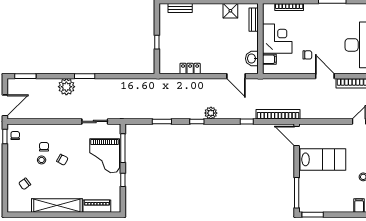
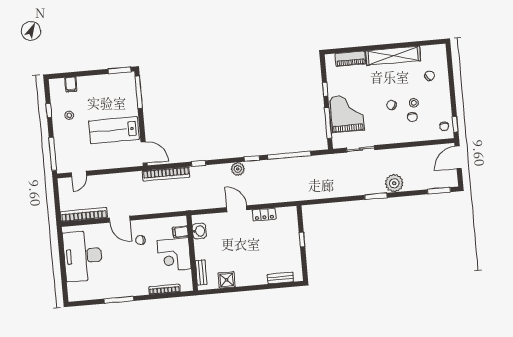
door: (236, 76) -> (237, 209), moved
window: (162, 121) -> (289, 155), width x2.11

